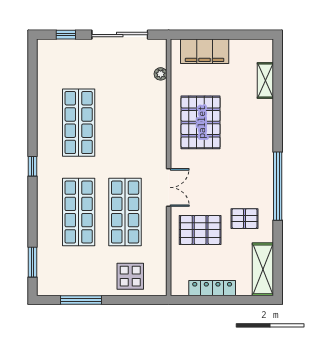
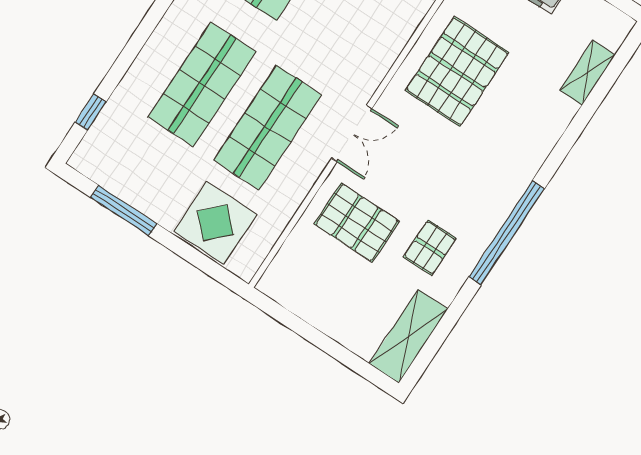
pallet: (244, 219) -> (430, 248), turned 90
window: (33, 262) -> (91, 112), width x0.67
display table: (130, 276) -> (215, 223), width x1.36, depth x1.36
locker: (212, 288) -> (320, 316), removed

